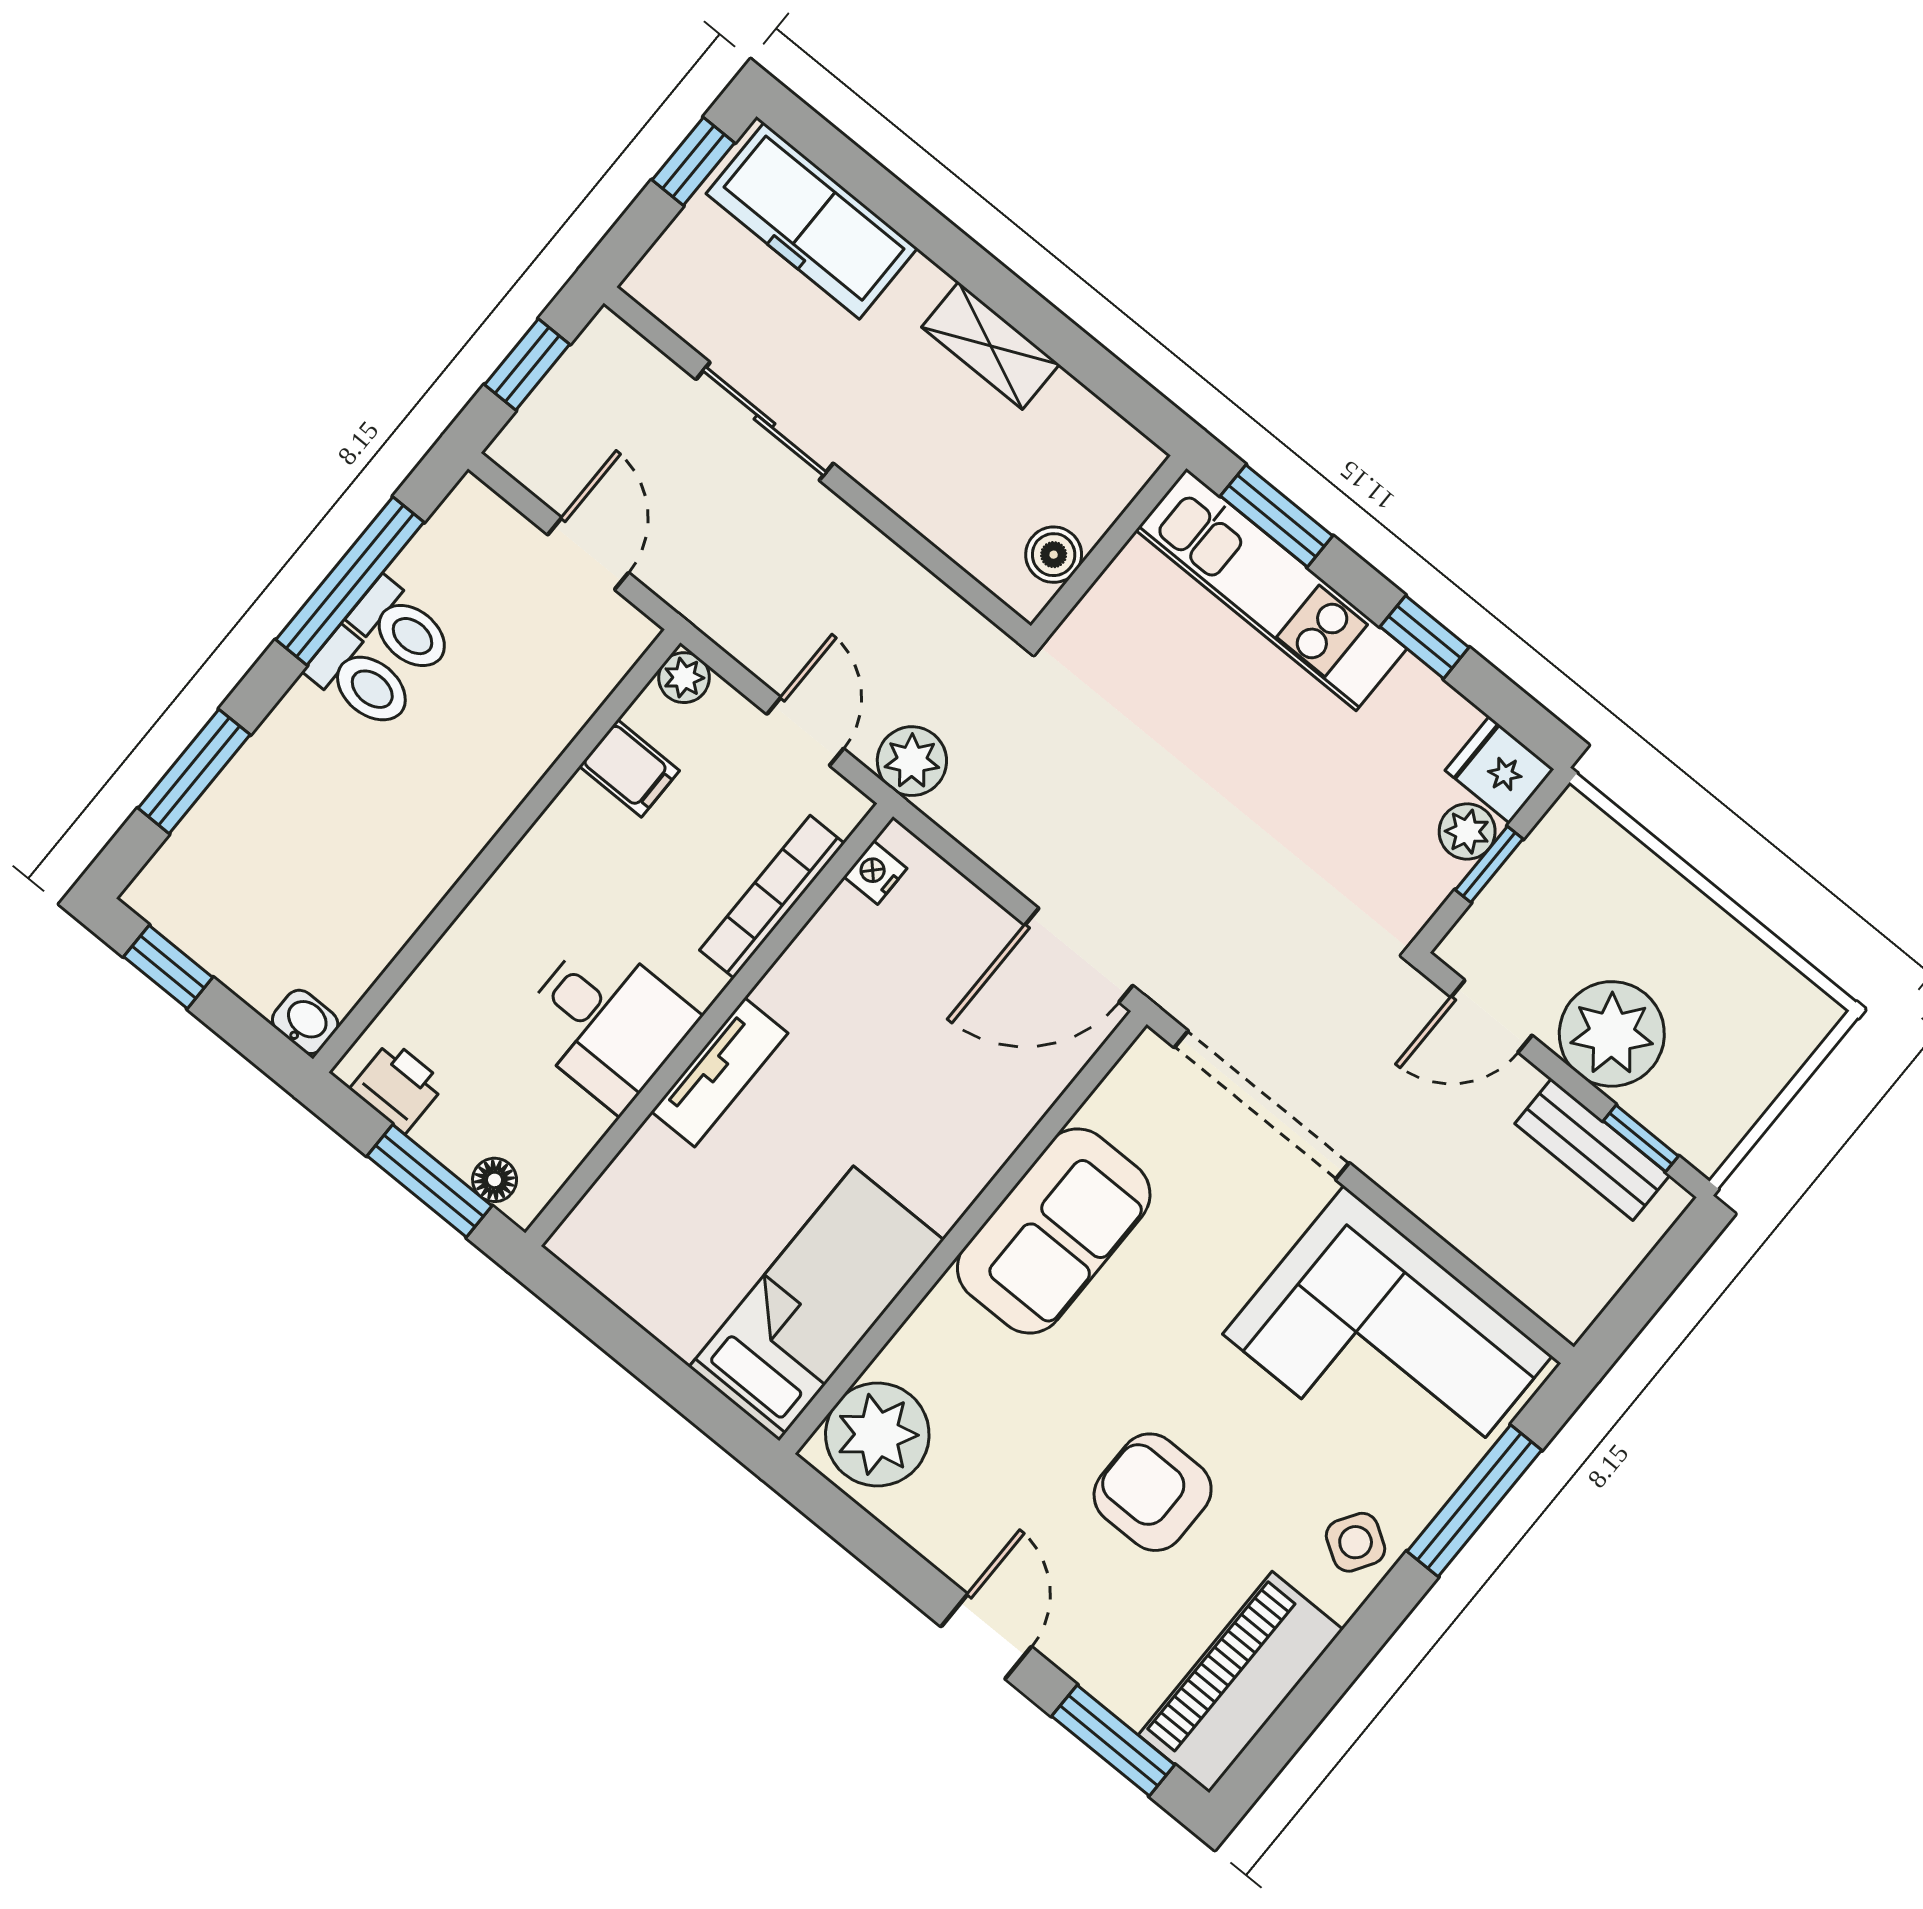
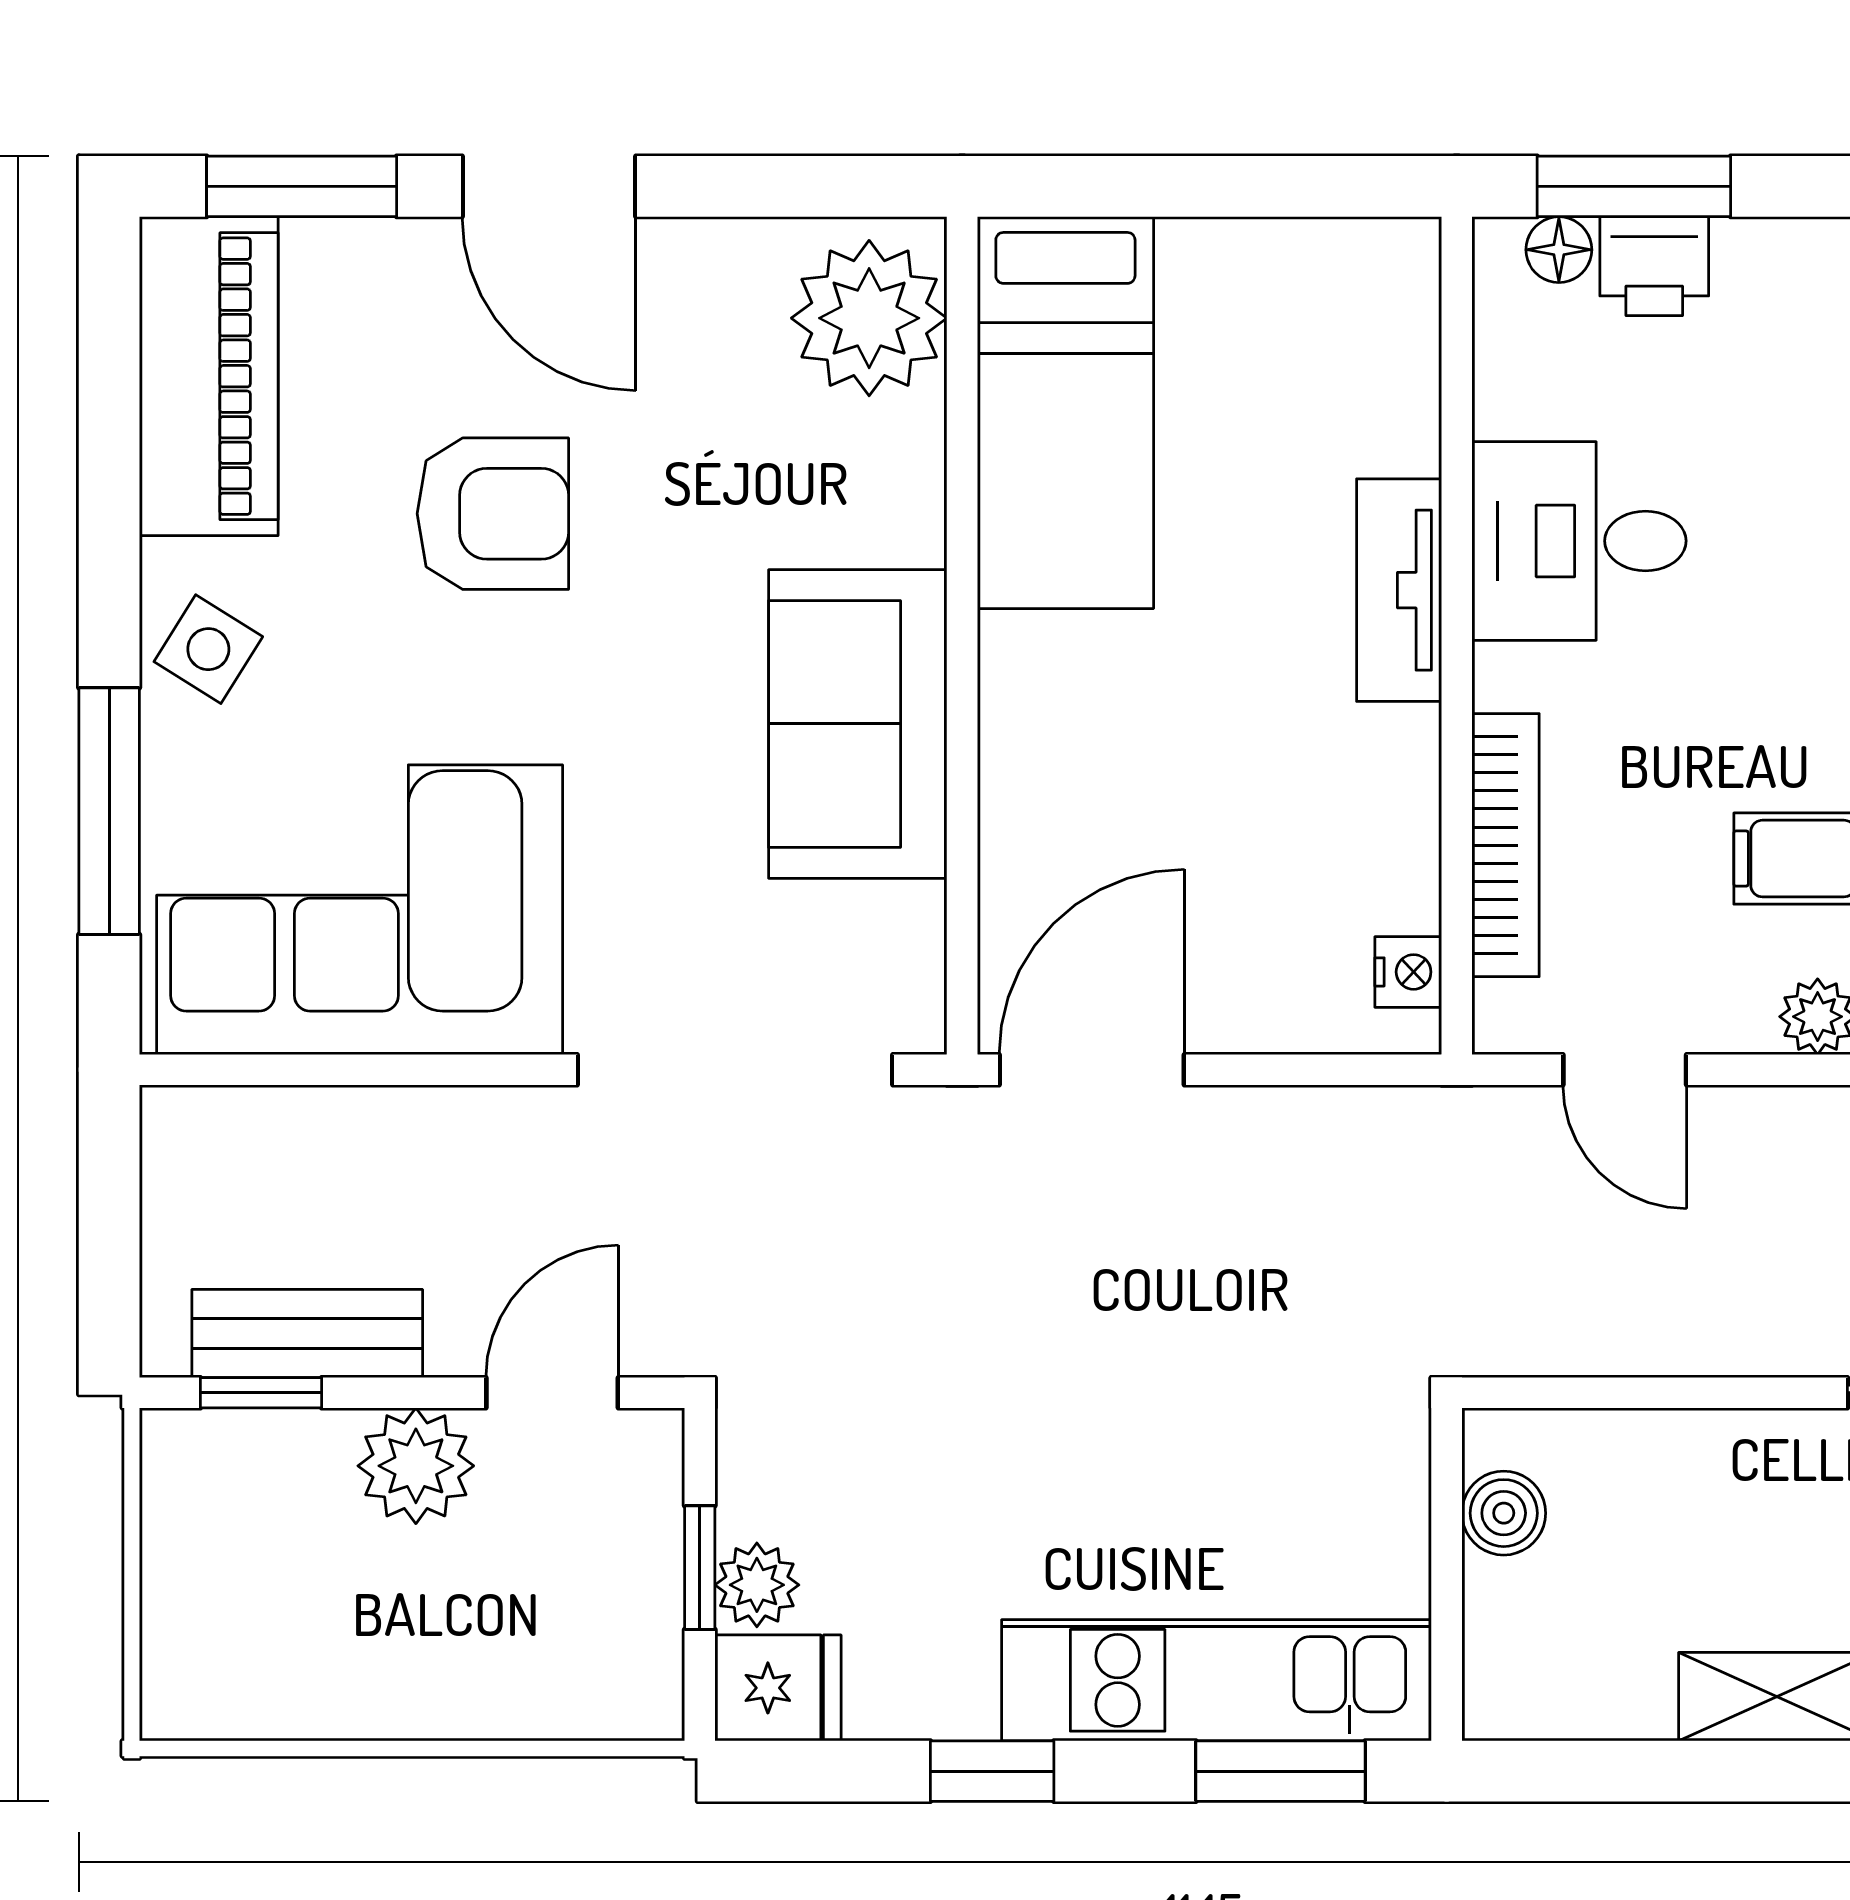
plant: (912, 761) -> (1472, 1137), removed
plant: (1612, 1034) -> (416, 1466), width x0.73, depth x0.73
printer: (398, 1086) -> (1654, 266), moved
door: (986, 1637) -> (549, 186), width x1.38

